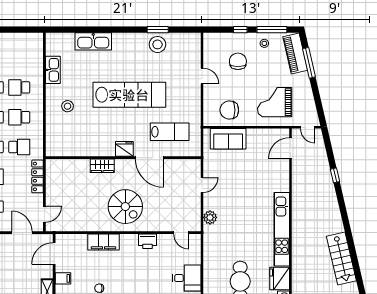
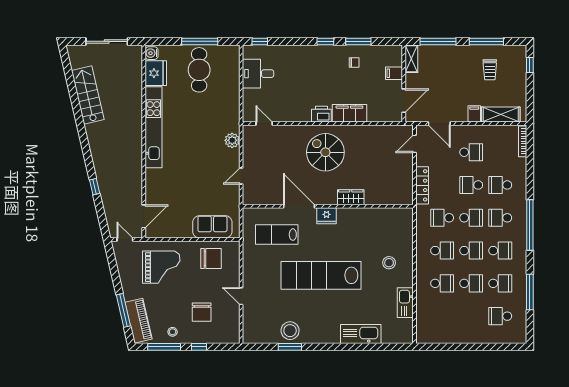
printer: (147, 241) -> (321, 114), moved

